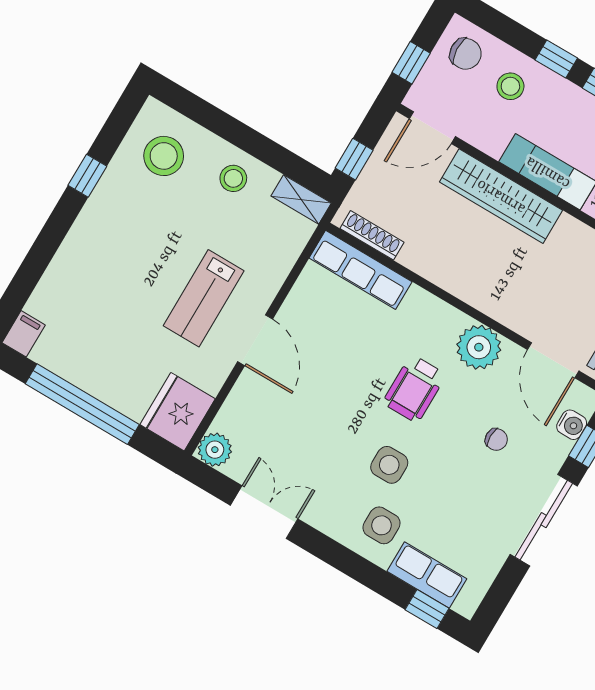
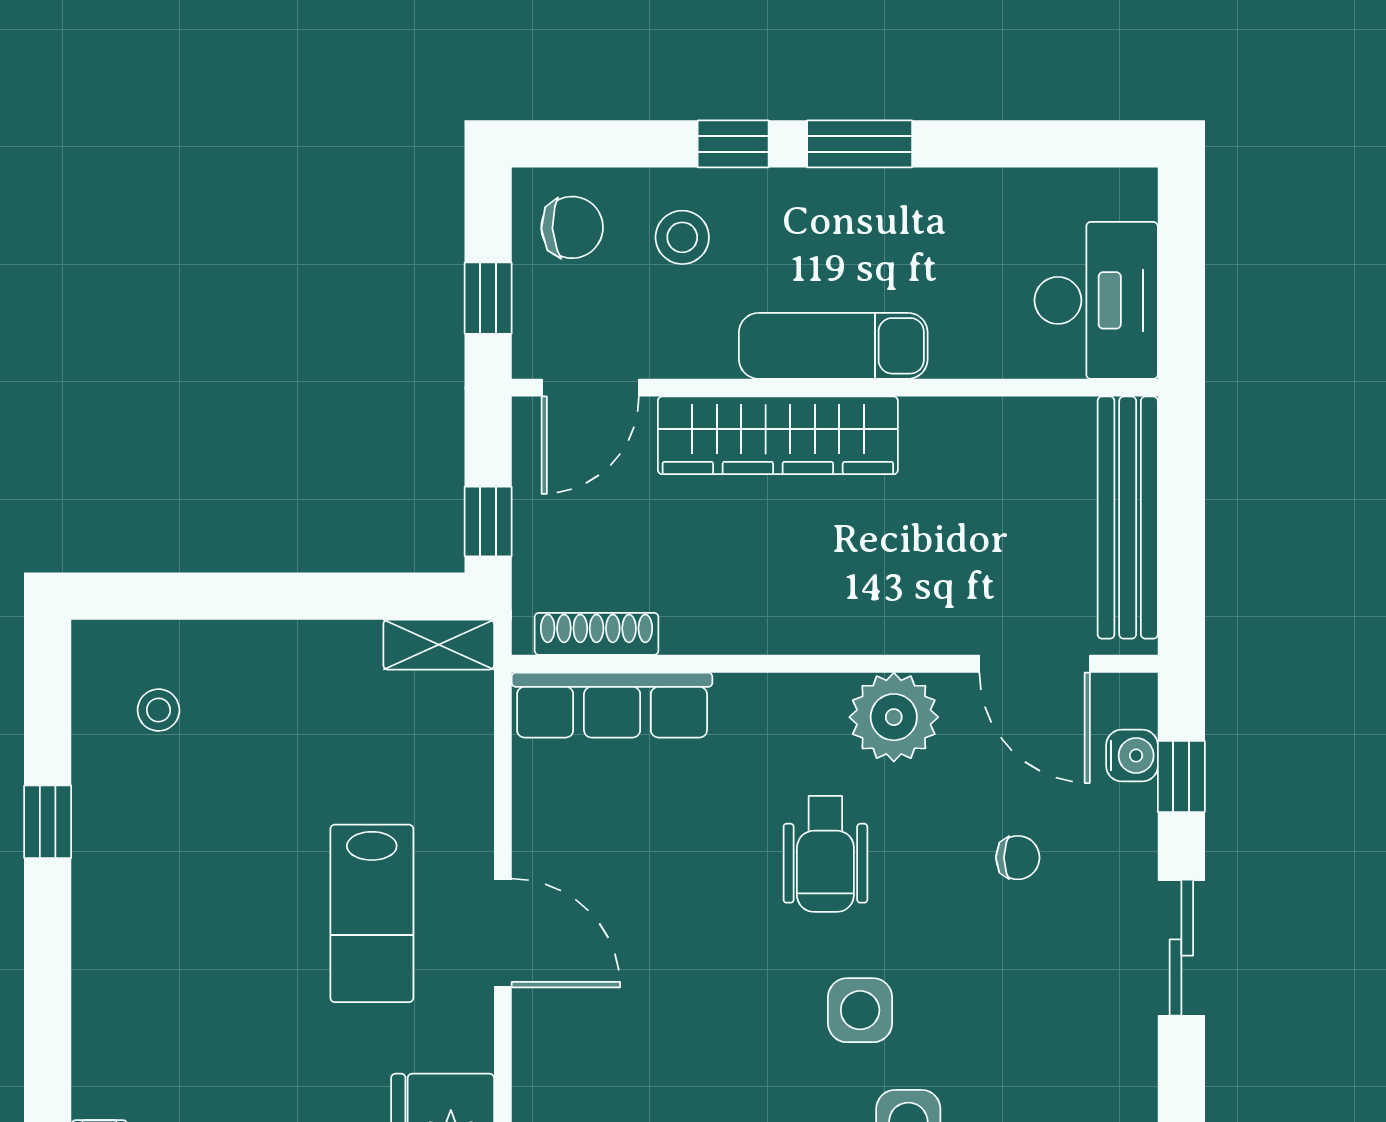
stool: (164, 156) -> (158, 710), width x0.53, depth x0.53
stool: (233, 178) -> (301, 678), removed
sliding door: (544, 520) -> (1181, 948), width x0.73

